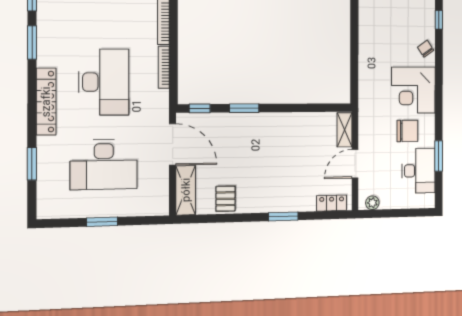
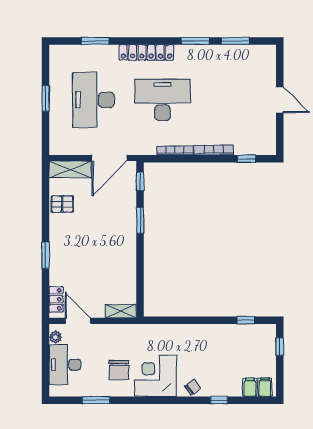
desk: (104, 82) -> (163, 100), turned 180
door: (355, 164) -> (78, 321), moved
desk: (418, 171) -> (65, 365), moved, turned 90

